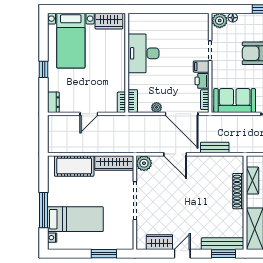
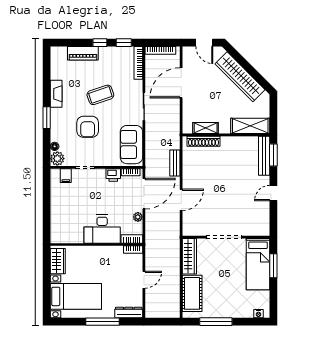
desk: (143, 53) -> (102, 229), moved
filing cabinet: (201, 67) -> (66, 176), moved
window: (43, 69) -> (103, 322), width x2.17
dresser: (53, 102) -> (129, 313), width x1.44
door: (89, 114) -> (144, 280), hinge flipped
plant: (144, 163) -> (190, 229), removed
shoe rack: (238, 191) -> (204, 141), moved
window: (43, 210) -> (216, 322), moved
bed: (75, 219) -> (258, 264), moved, turned 180
wardrobe: (159, 242) -> (263, 214), removed
door: (182, 254) -> (273, 193), hinge flipped

